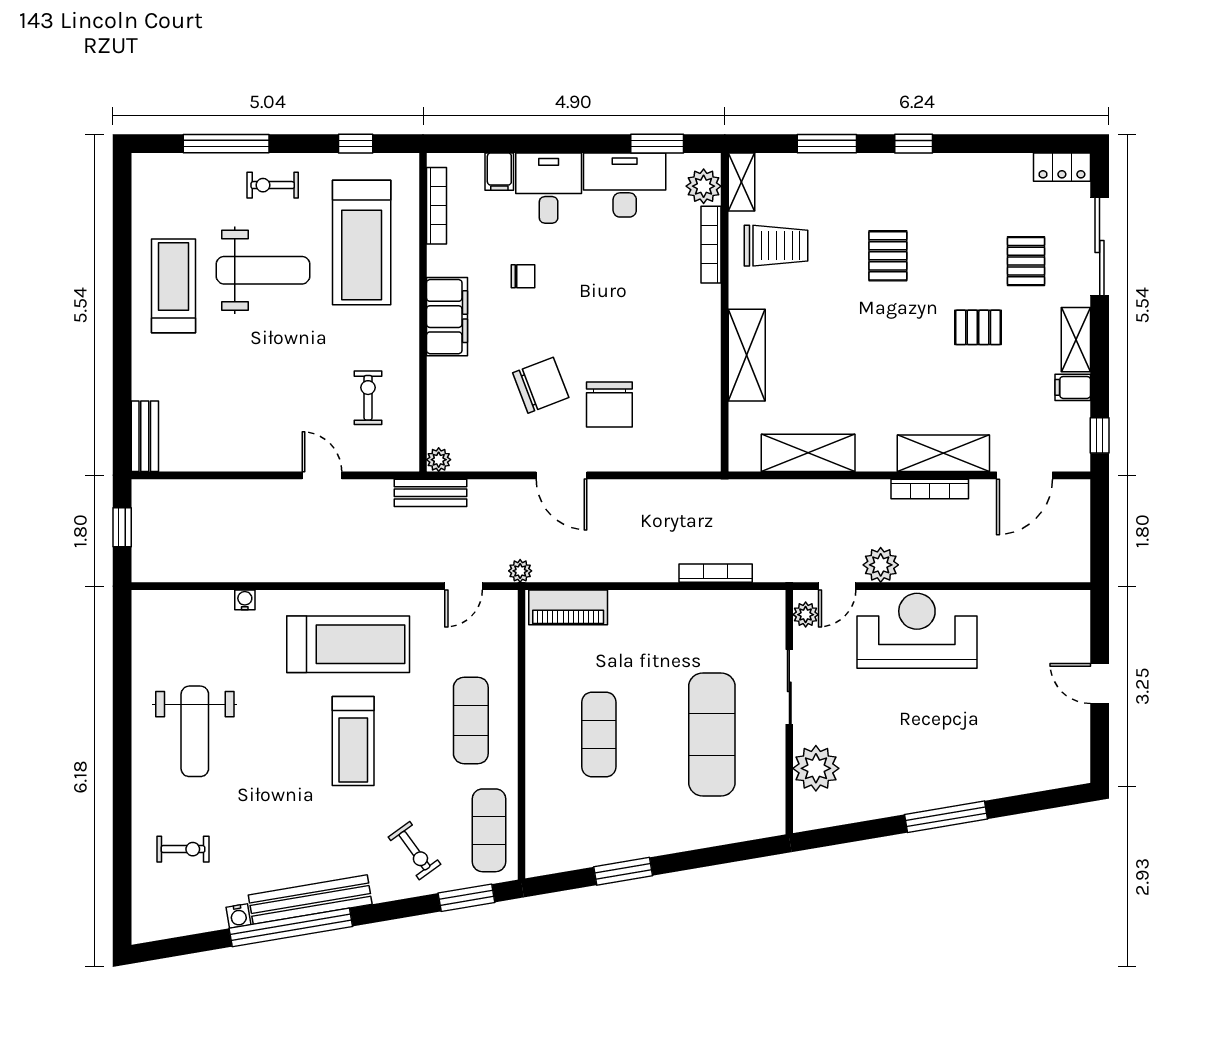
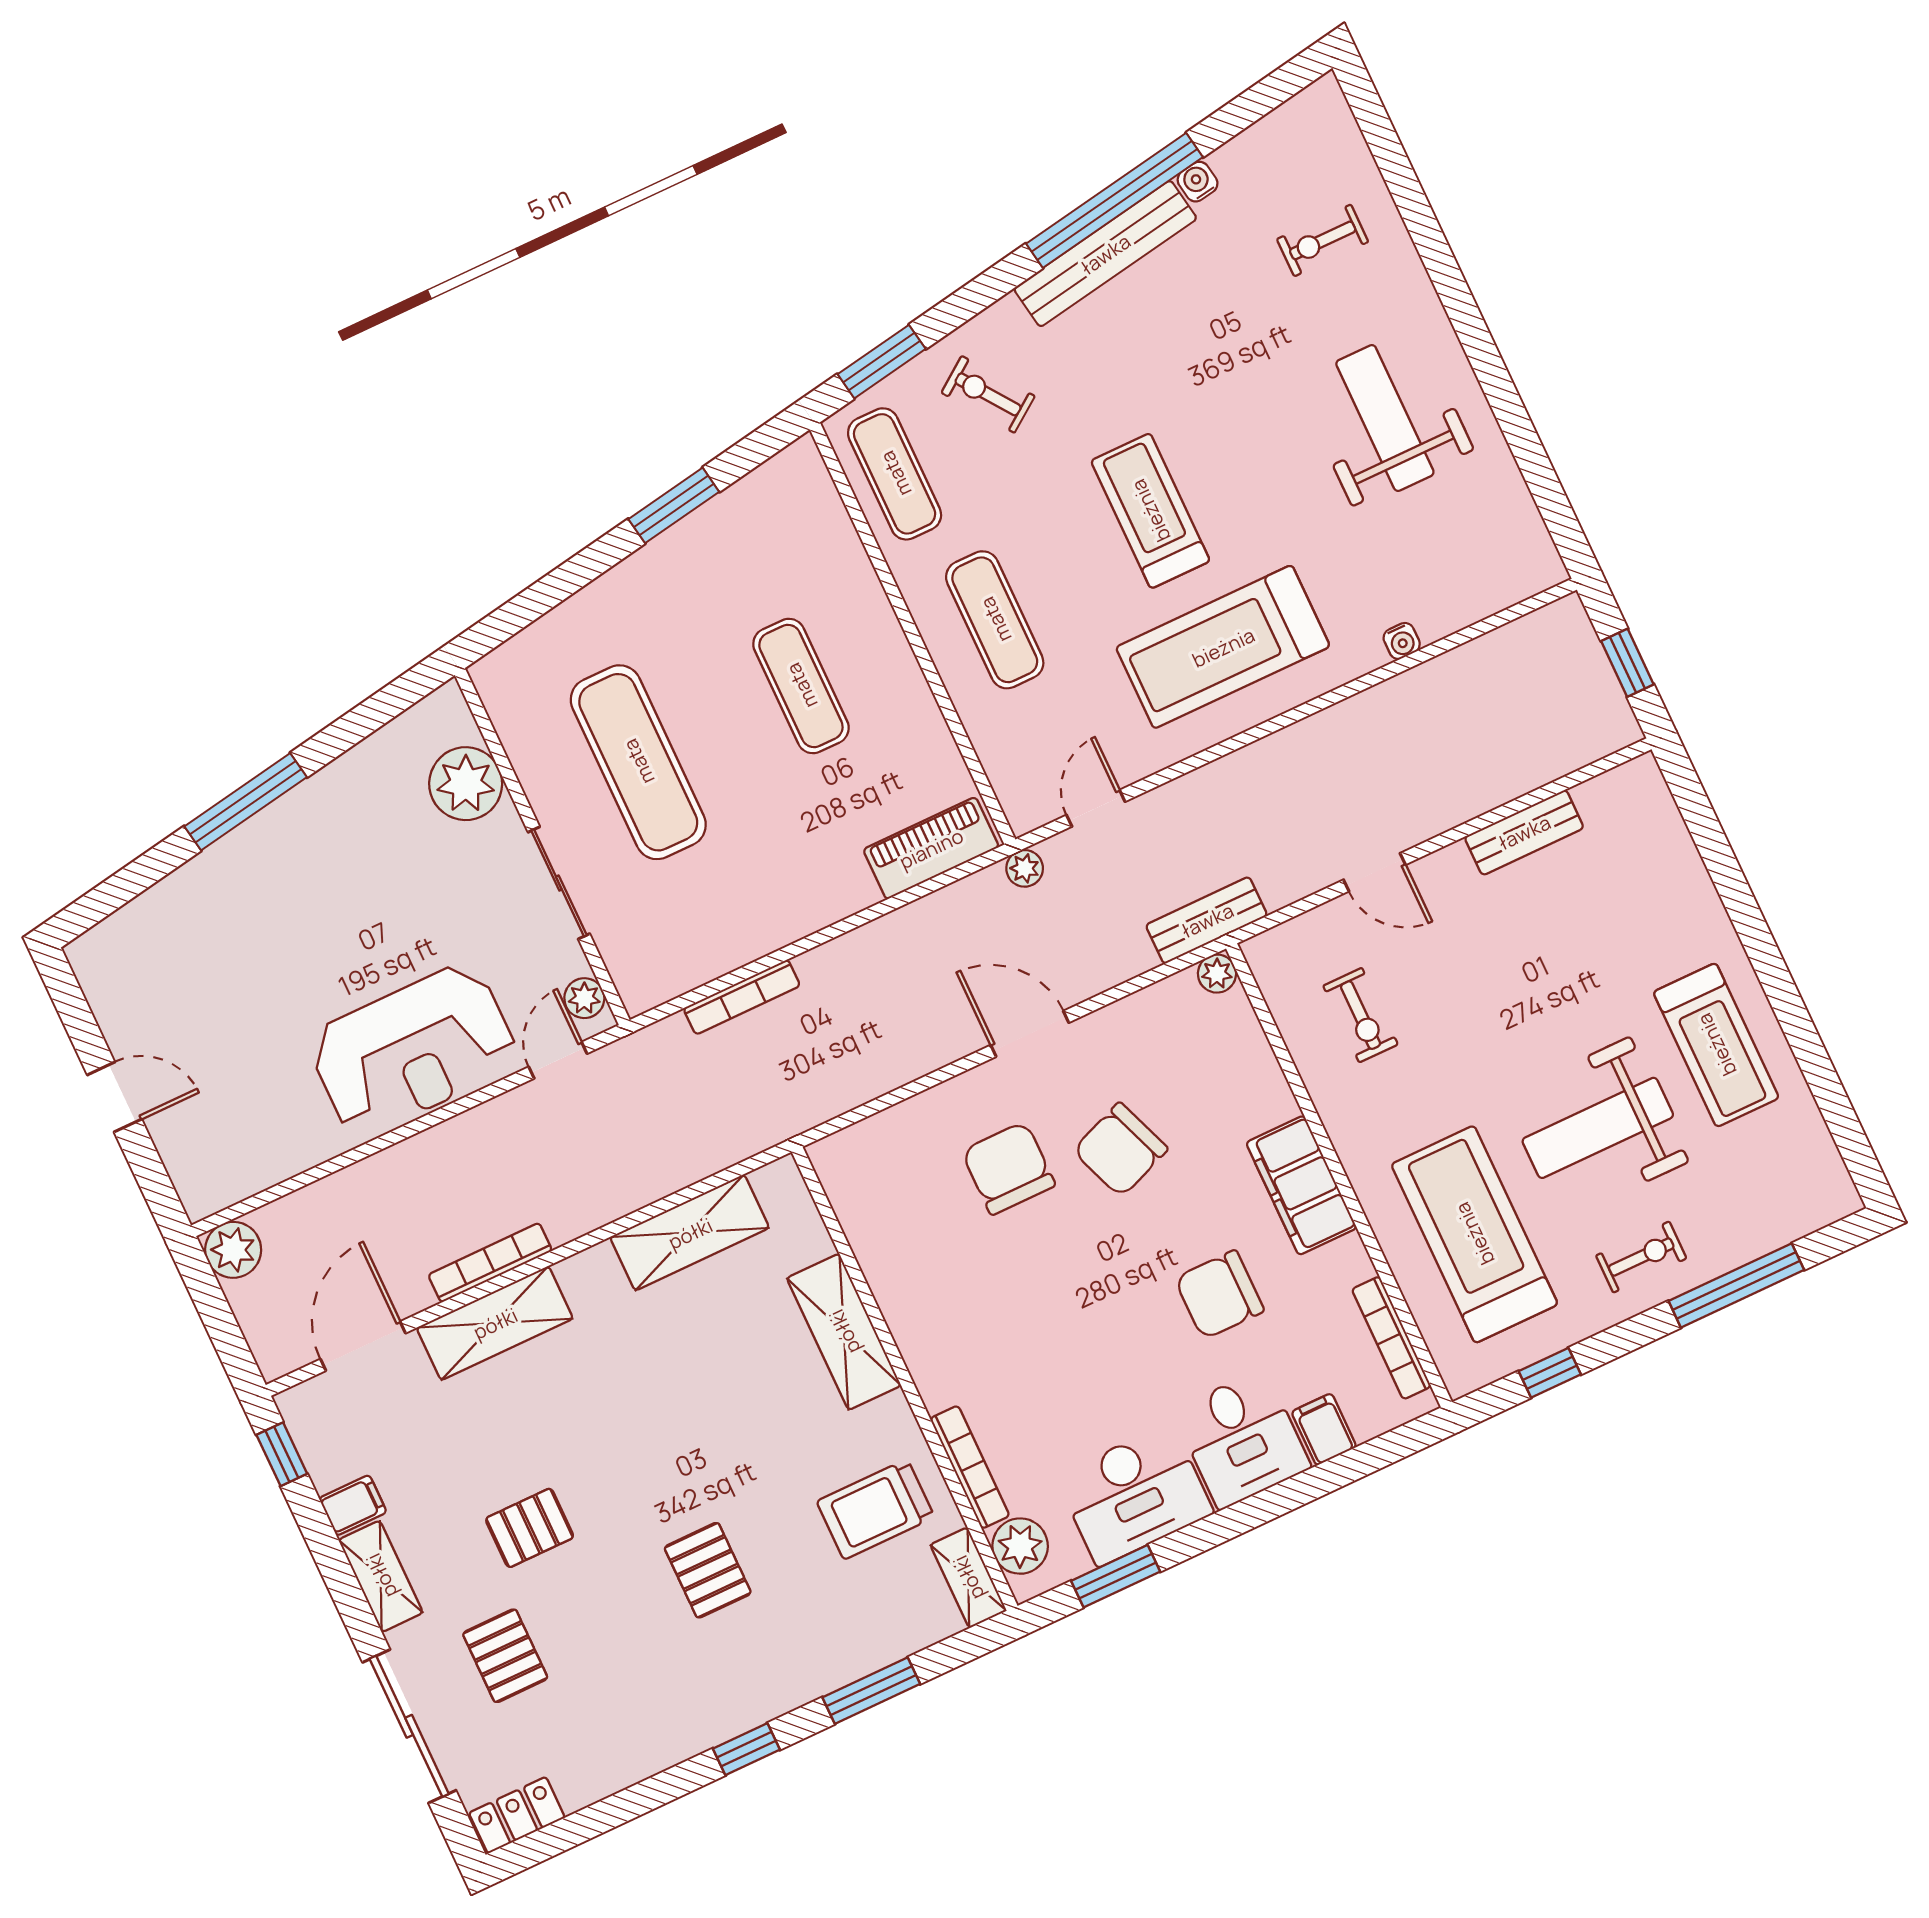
chair: (523, 276) -> (1219, 1295), width x1.87, depth x1.87
bench: (145, 436) -> (1524, 832), moved, turned 90
plant: (881, 565) -> (233, 1250), moved

